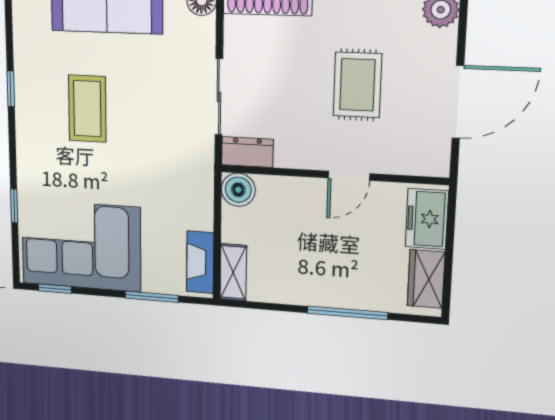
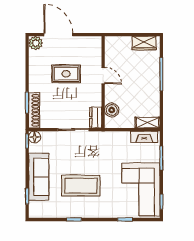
door: (458, 102) -> (58, 35), moved
coffee table: (87, 109) -> (81, 186), width x1.36, depth x1.32
boiler: (238, 190) -> (112, 110), moved
freezer: (427, 219) -> (119, 44), removed

